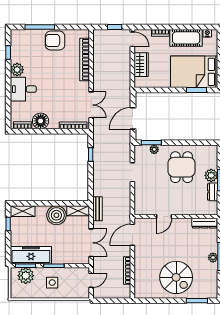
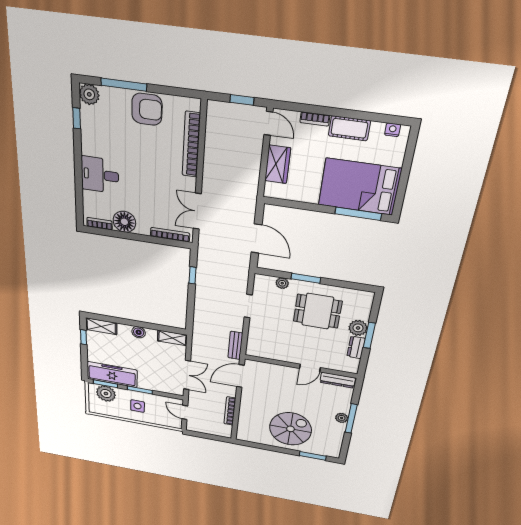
cot: (186, 38) -> (349, 128), width x0.73, depth x0.75
armchair: (55, 41) -> (147, 109), turned 180
plant: (17, 70) -> (89, 94), moved
window: (197, 90) -> (358, 214), width x1.44
double door: (91, 105) -> (197, 211), swing flipped
door: (133, 118) -> (257, 239), swing flipped
window: (151, 143) -> (306, 278), moved
dining table: (181, 167) -> (318, 311), turned 90
bench: (98, 209) -> (235, 345), moved
boiler: (56, 215) -> (139, 332), width x0.54, depth x0.54
door: (164, 217) -> (310, 368), moved
spiral stairs: (176, 277) -> (290, 429), turned -90
door: (91, 280) -> (185, 412), swing flipped

